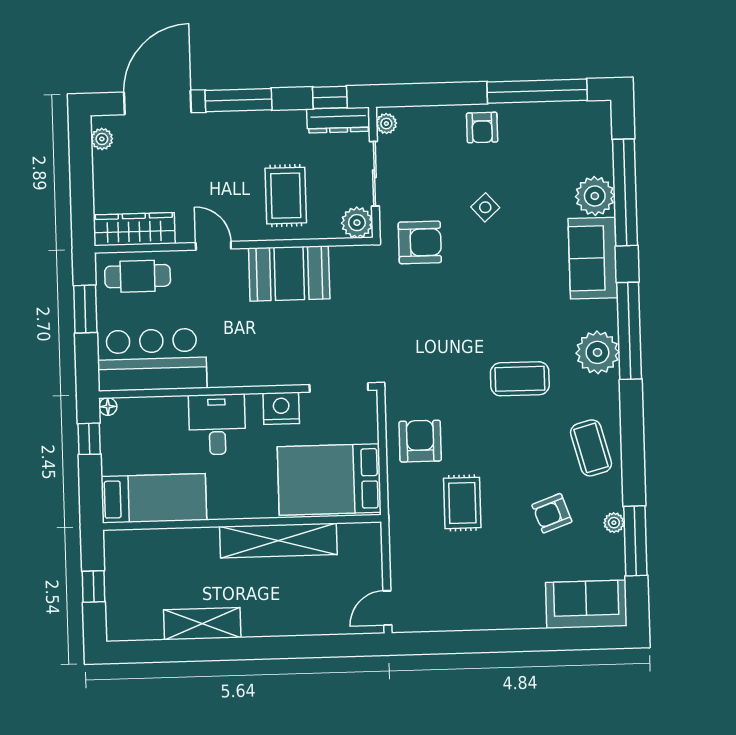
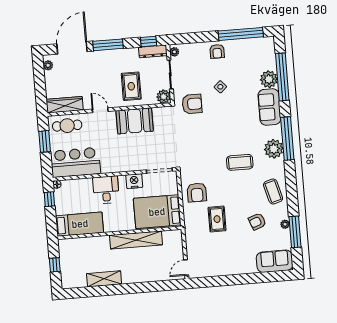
armchair: (420, 441) -> (197, 192), turned 180

